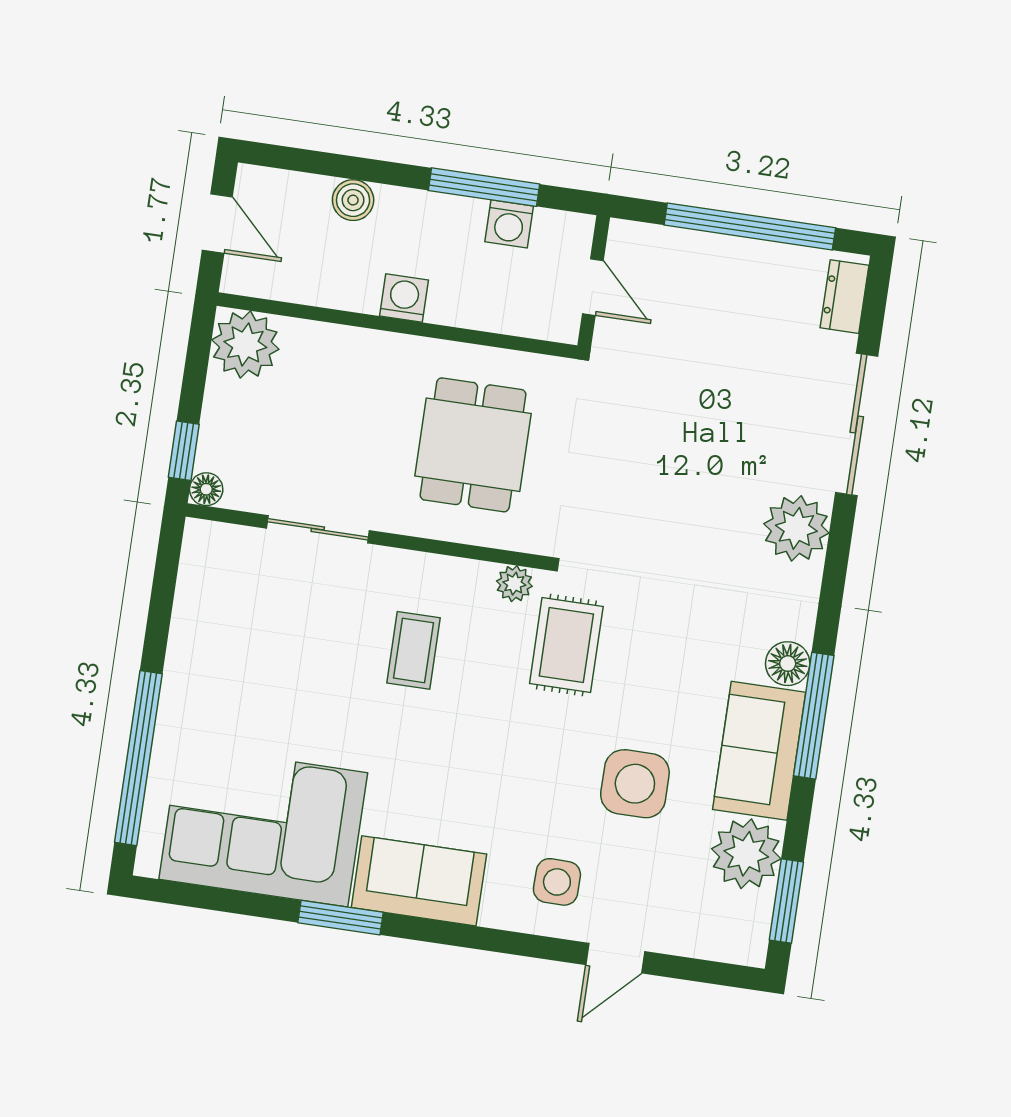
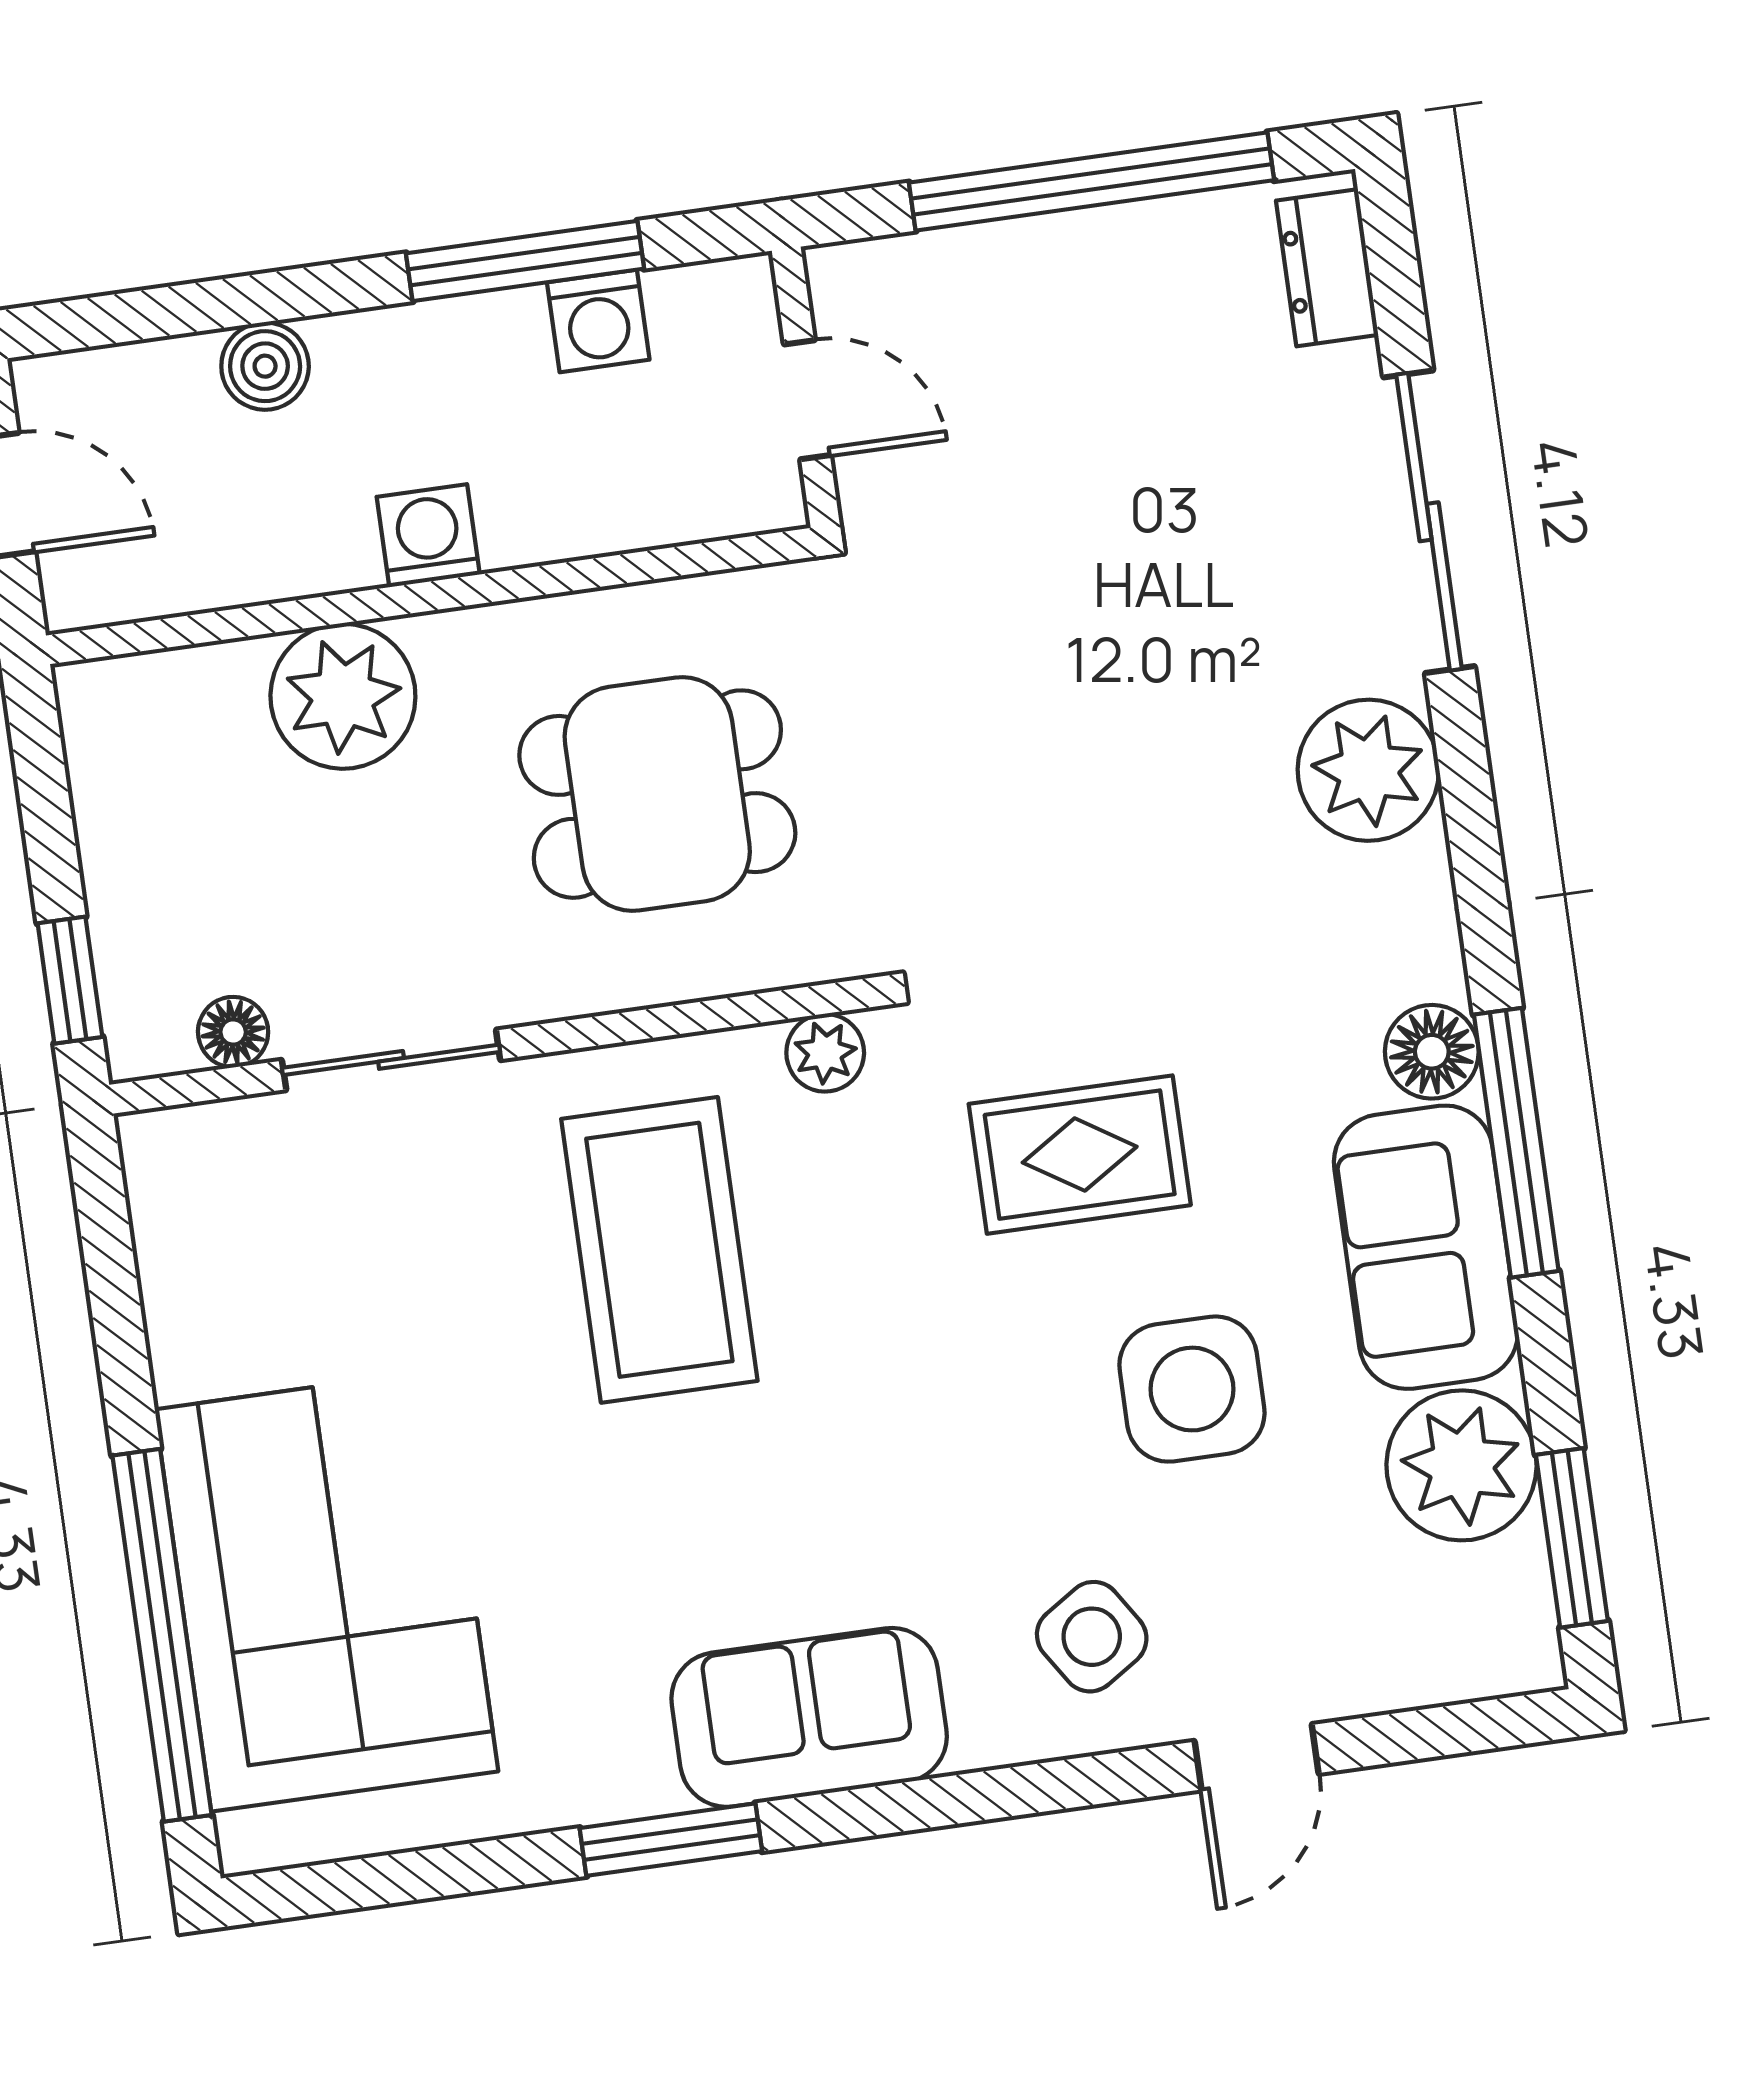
plant: (245, 344) -> (343, 696), moved
dining table: (473, 445) -> (657, 794), turned 90
floor lamp: (206, 489) -> (233, 1032), moved
rug: (566, 645) -> (1080, 1155), moved, turned 90
coffee table: (413, 650) -> (659, 1250), width x1.86, depth x1.72
corner sofa: (263, 826) -> (326, 1590), moved, turned 90
side table: (557, 882) -> (1092, 1637), turned -34

